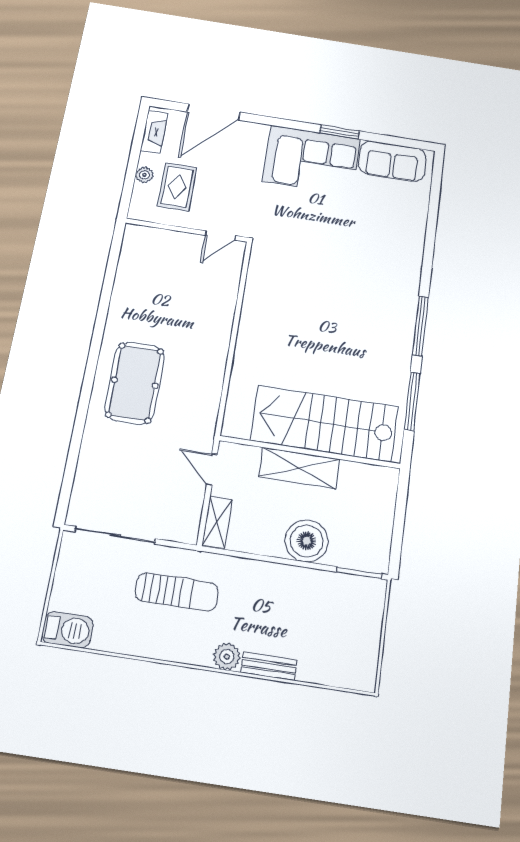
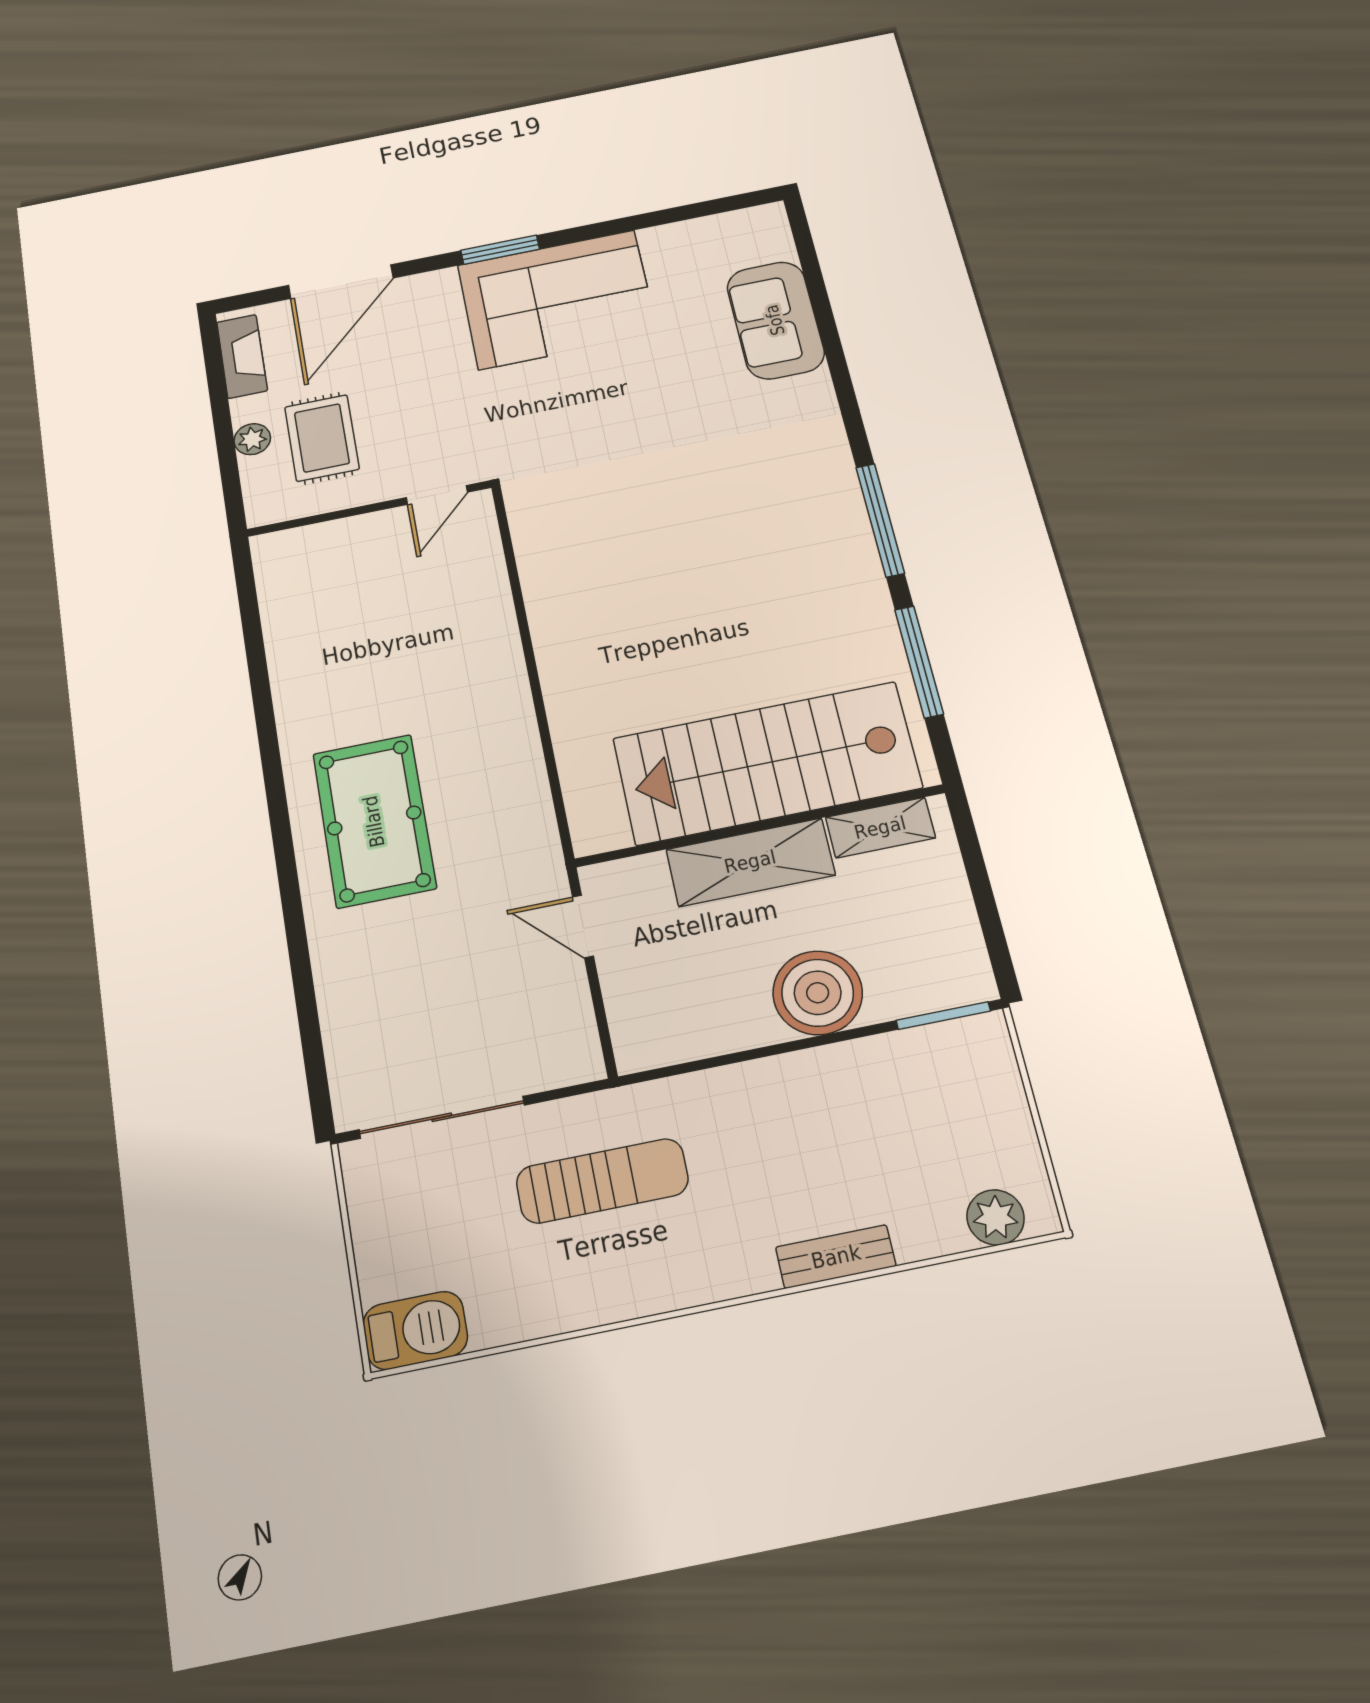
window: (340, 132) -> (500, 250), moved
sofa: (392, 161) -> (775, 320), moved, turned 90
shelving: (217, 522) -> (880, 828), moved, turned 90
plant: (227, 657) -> (995, 1217), moved

